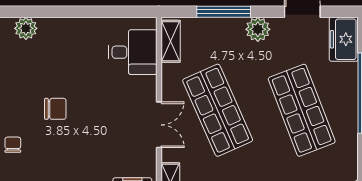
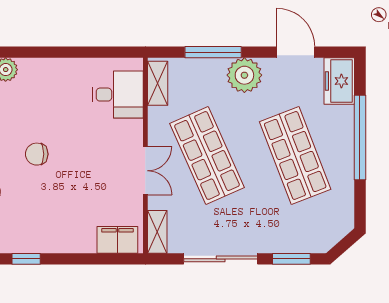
plant: (258, 29) -> (244, 75), width x1.36, depth x1.36
chair: (55, 109) -> (37, 154), turned 180

